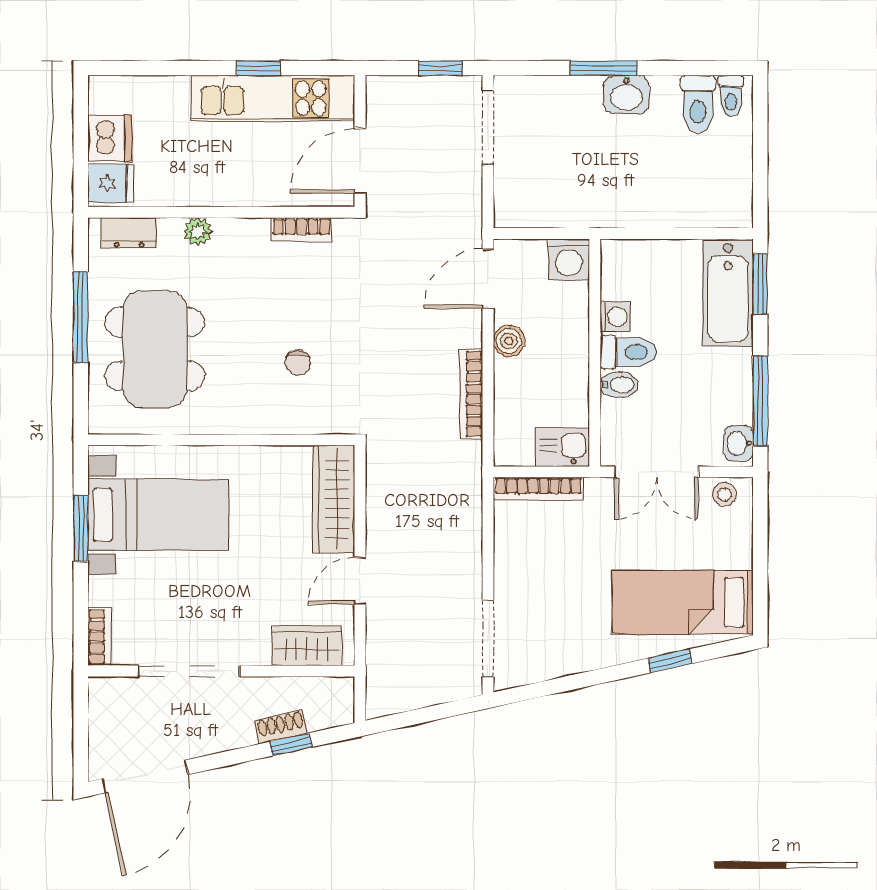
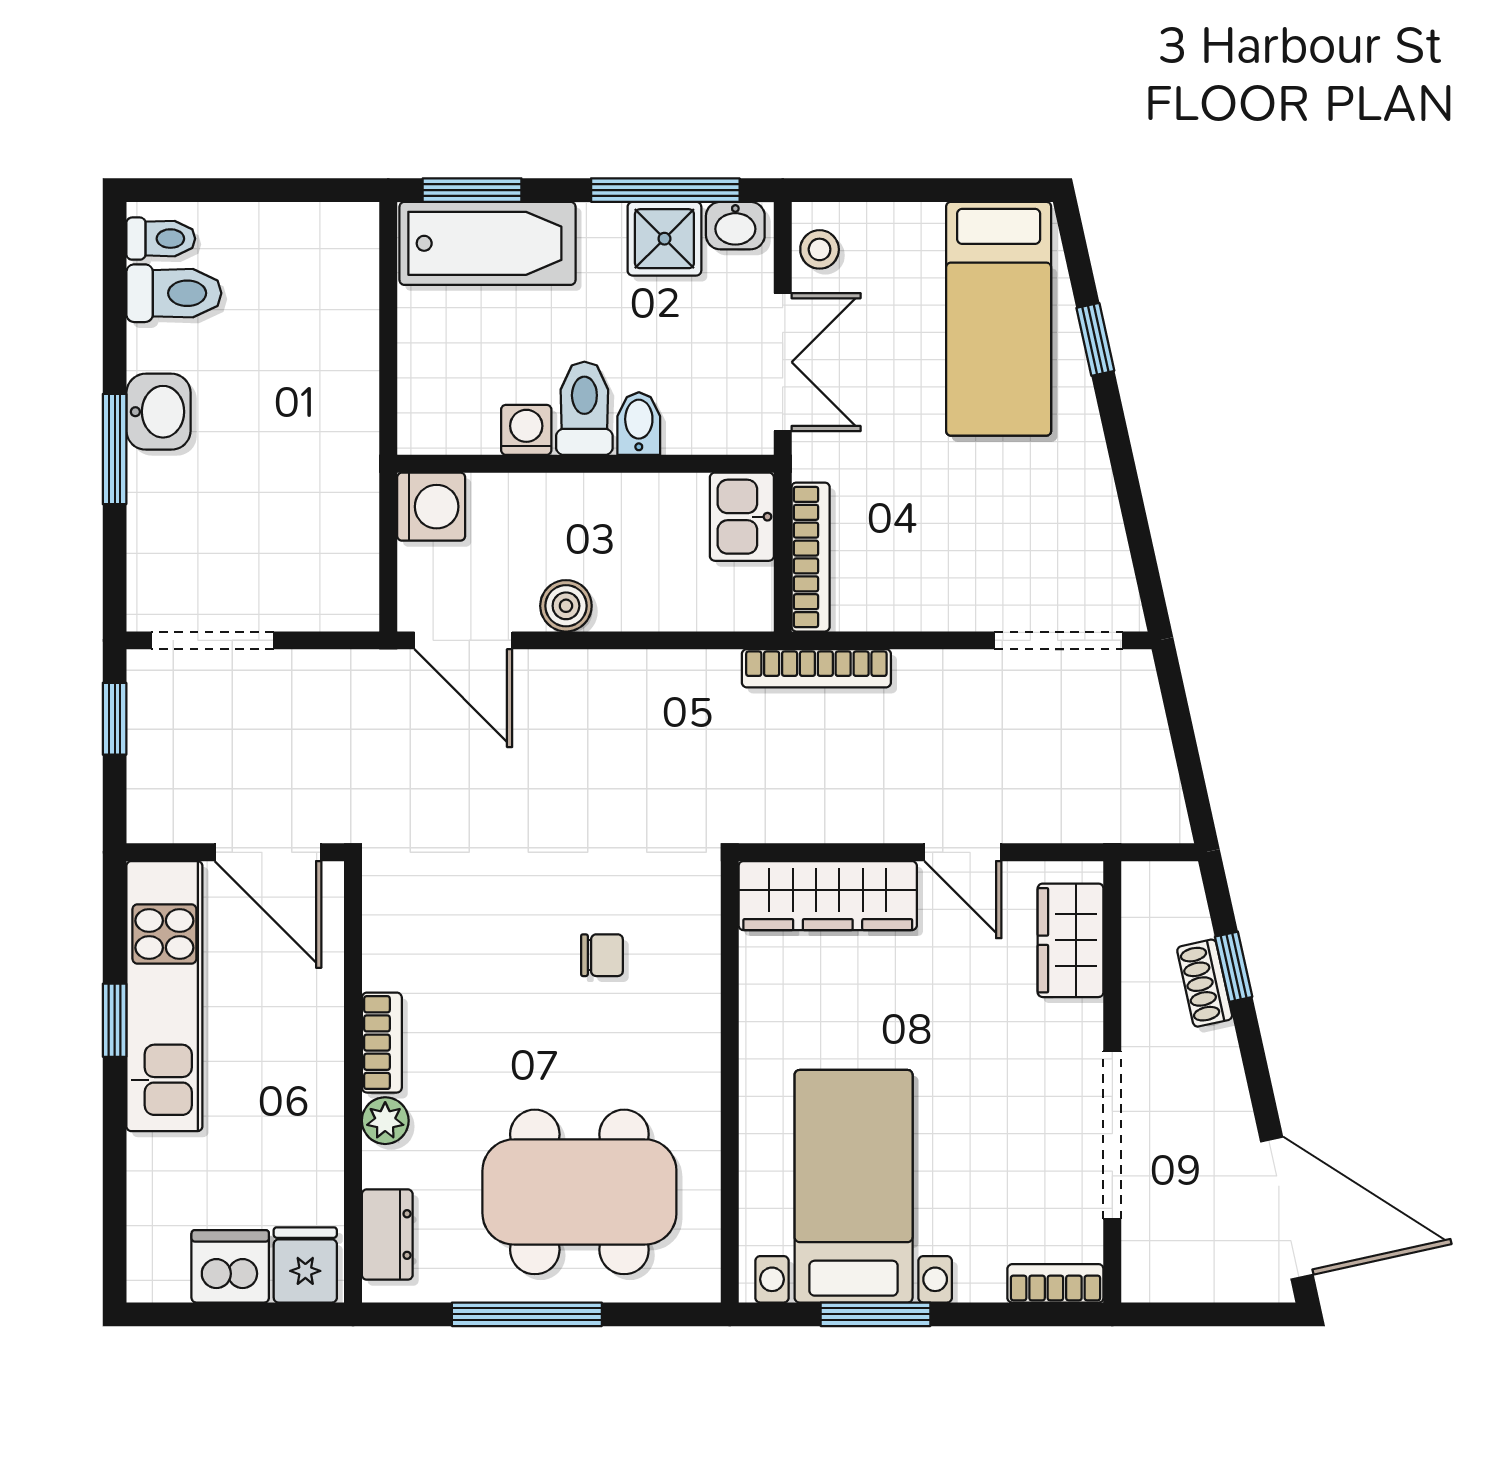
bookcase: (302, 230) -> (382, 1043), moved
bookcase: (471, 394) -> (816, 668), moved
shower: (731, 400) -> (664, 239), added

